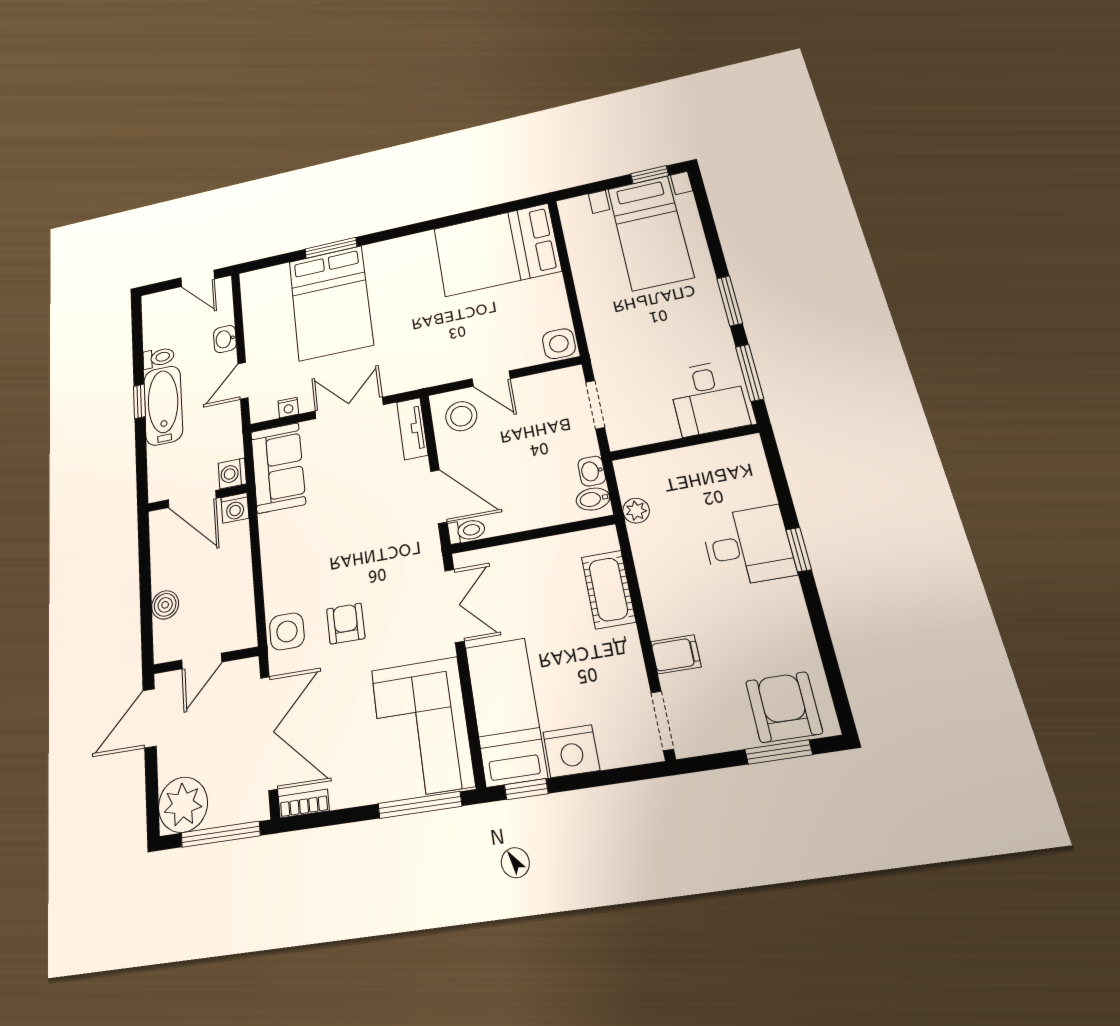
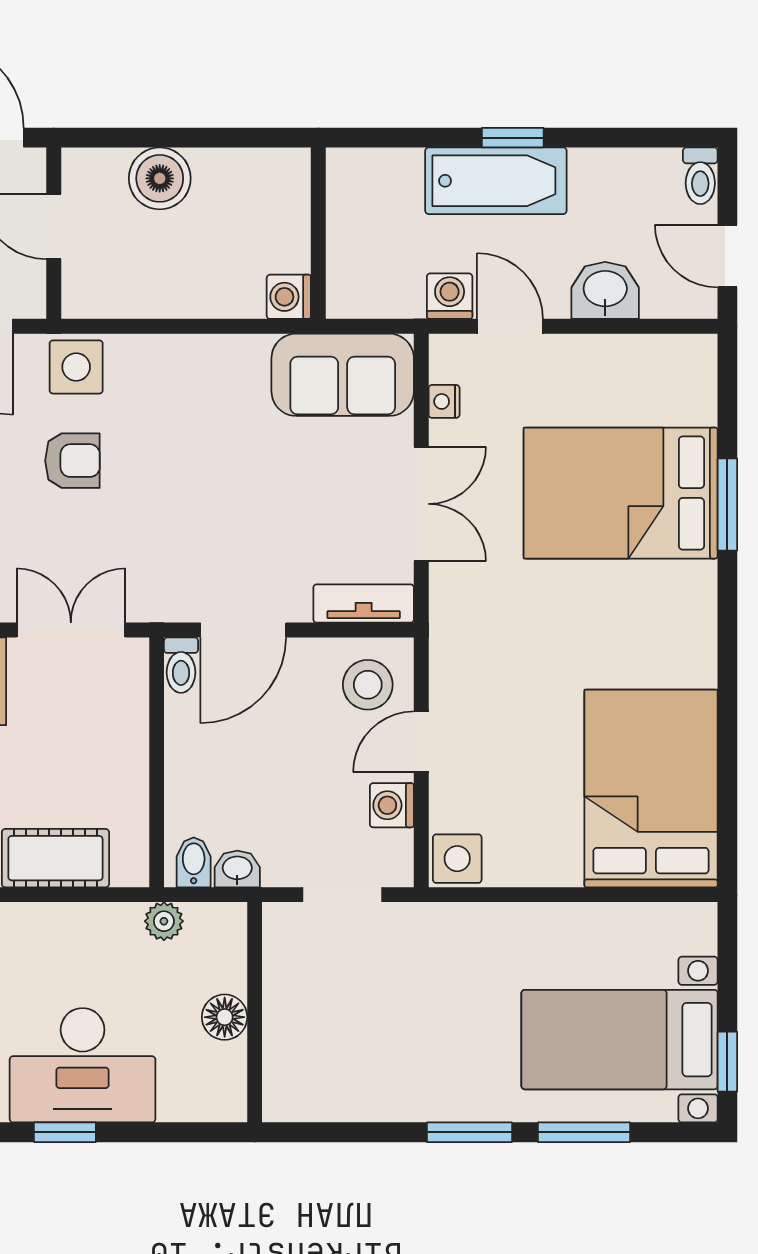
door: (198, 278) -> (727, 256), hinge flipped
washbasin: (225, 339) -> (605, 290), width x1.38, depth x1.45
toilet: (158, 358) -> (700, 176), moved
window: (750, 373) -> (584, 1132), moved
washing machine: (533, 387) -> (392, 805), added
desk: (708, 398) -> (317, 1063), removed
floor lamp: (692, 460) -> (225, 1017), added
washing machine: (232, 473) -> (450, 296), moved
door: (192, 499) -> (318, 224), removed
desk: (748, 546) -> (83, 1065), width x1.37
boiler: (165, 605) -> (160, 178), width x1.36, depth x1.36
double door: (455, 606) -> (71, 630), swing flipped

